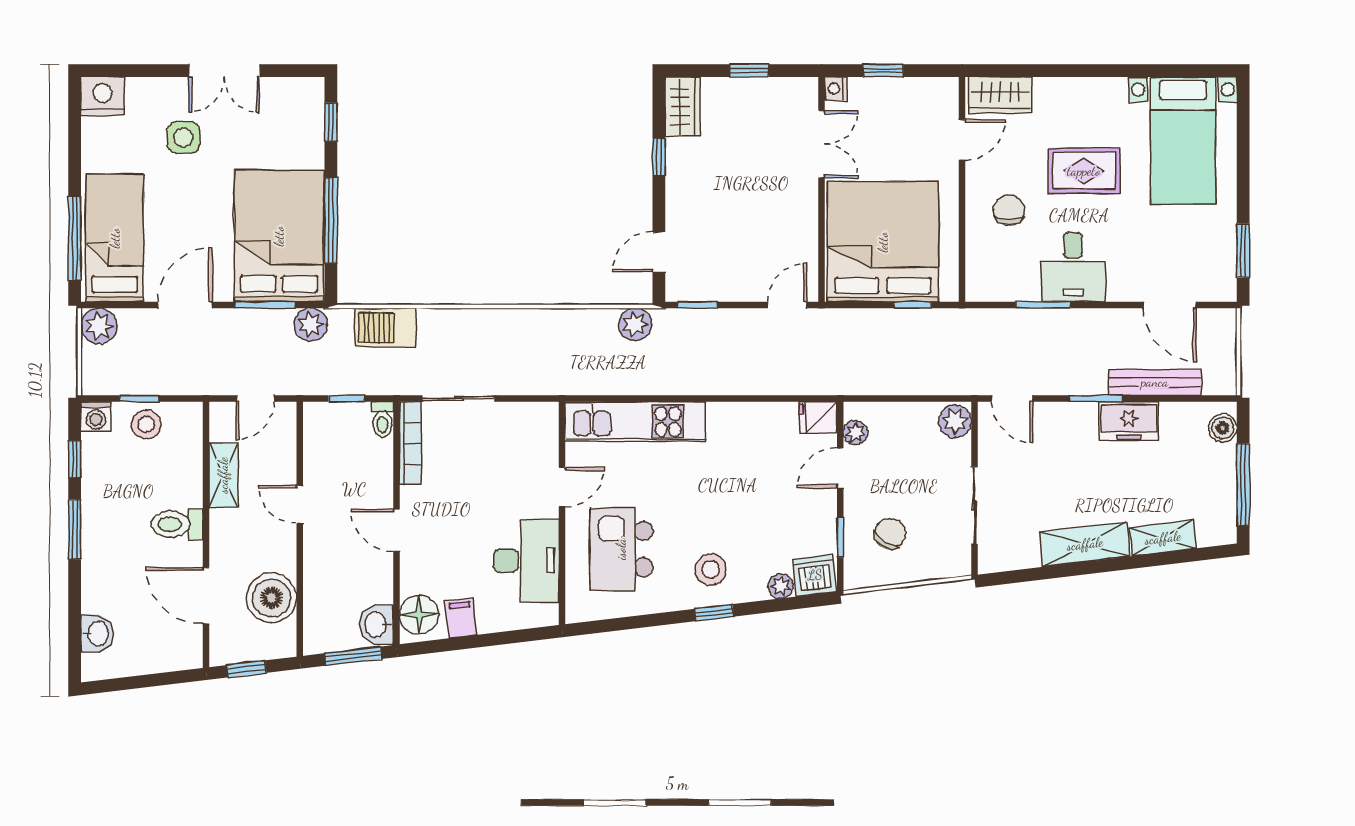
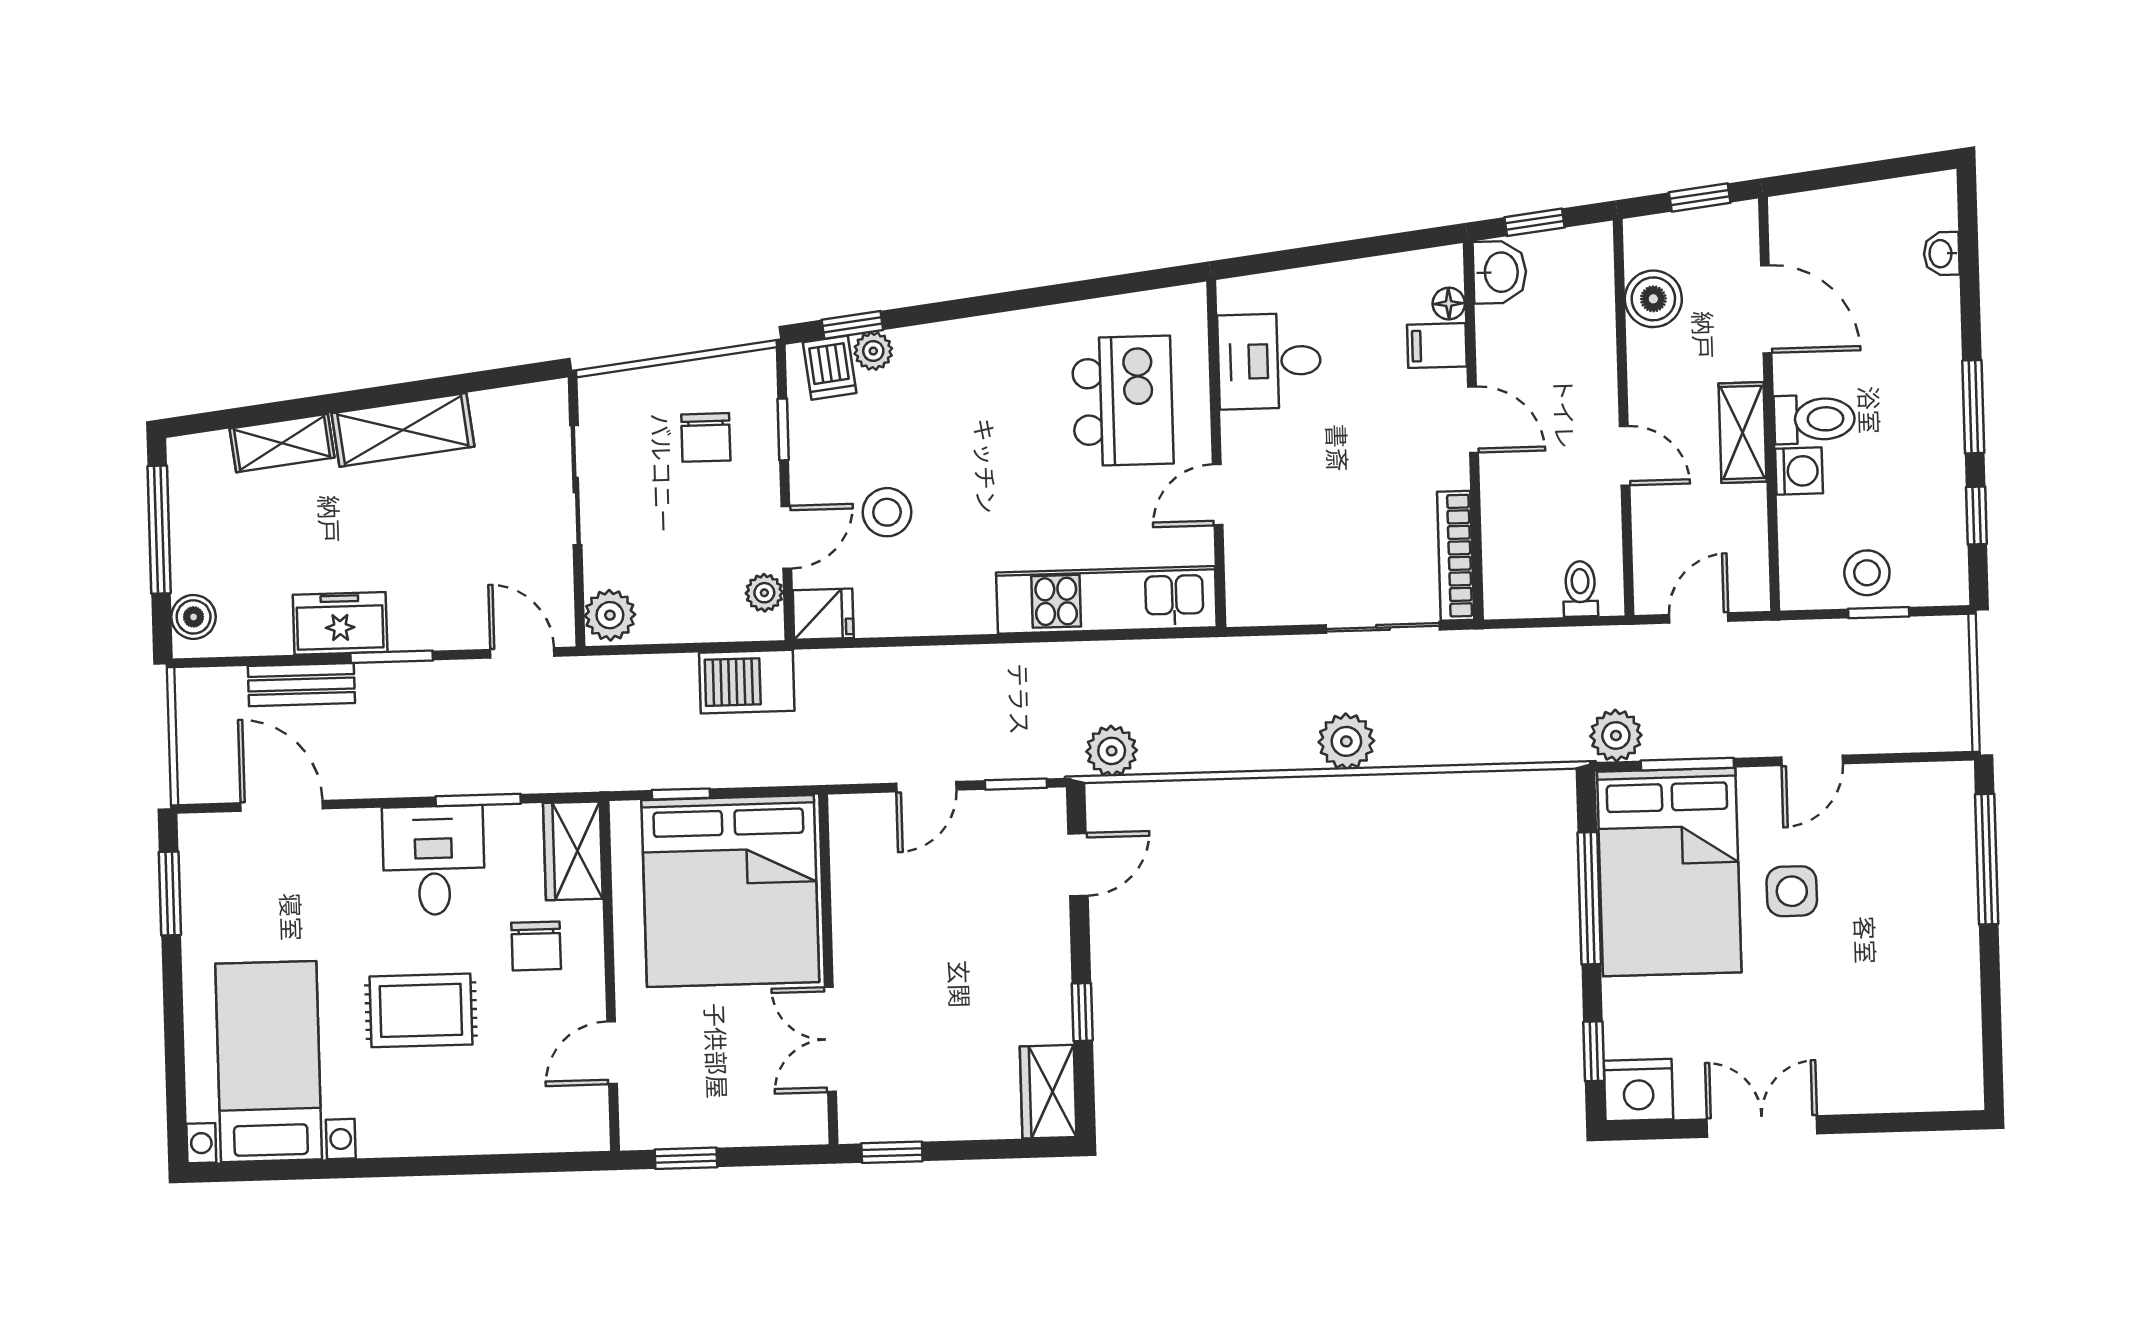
window: (749, 71) -> (892, 1152), moved
window: (883, 71) -> (686, 1158), moved
nightstand: (836, 89) -> (811, 1127), removed
wardrobe: (1000, 95) -> (573, 851), moved, turned -90
nightstand: (103, 96) -> (1638, 1090), moved
side table: (183, 137) -> (1792, 891), moved
bed: (115, 238) -> (1925, 861), removed
door: (185, 305) -> (1812, 760), width x0.73
door: (787, 305) -> (926, 787), moved
plant: (99, 326) -> (1346, 741), moved
barbecue: (385, 328) -> (747, 682), moved, turned 180
bench: (1155, 382) -> (301, 685), width x0.73
window: (347, 399) -> (1557, 622), removed
washing machine: (96, 417) -> (1799, 471), moved, turned 90
toilet: (382, 420) -> (1580, 589), moved
shelving: (223, 475) -> (1743, 432), moved
chair: (890, 534) -> (706, 437), turned -34
desk: (526, 561) -> (1269, 361), width x0.73
stool: (711, 569) -> (887, 512), moved
dishwasher: (815, 575) -> (830, 368), width x0.73
boiler: (272, 598) -> (1653, 299), width x0.73, depth x0.73
window: (714, 613) -> (852, 325), moved
floor lamp: (419, 615) -> (1449, 304), width x0.53, depth x0.53
filing cabinet: (461, 618) -> (1437, 346), moved, turned 97
washbasin: (97, 633) -> (1942, 254), width x0.72, depth x0.69
window: (353, 656) -> (1535, 222), width x0.67

